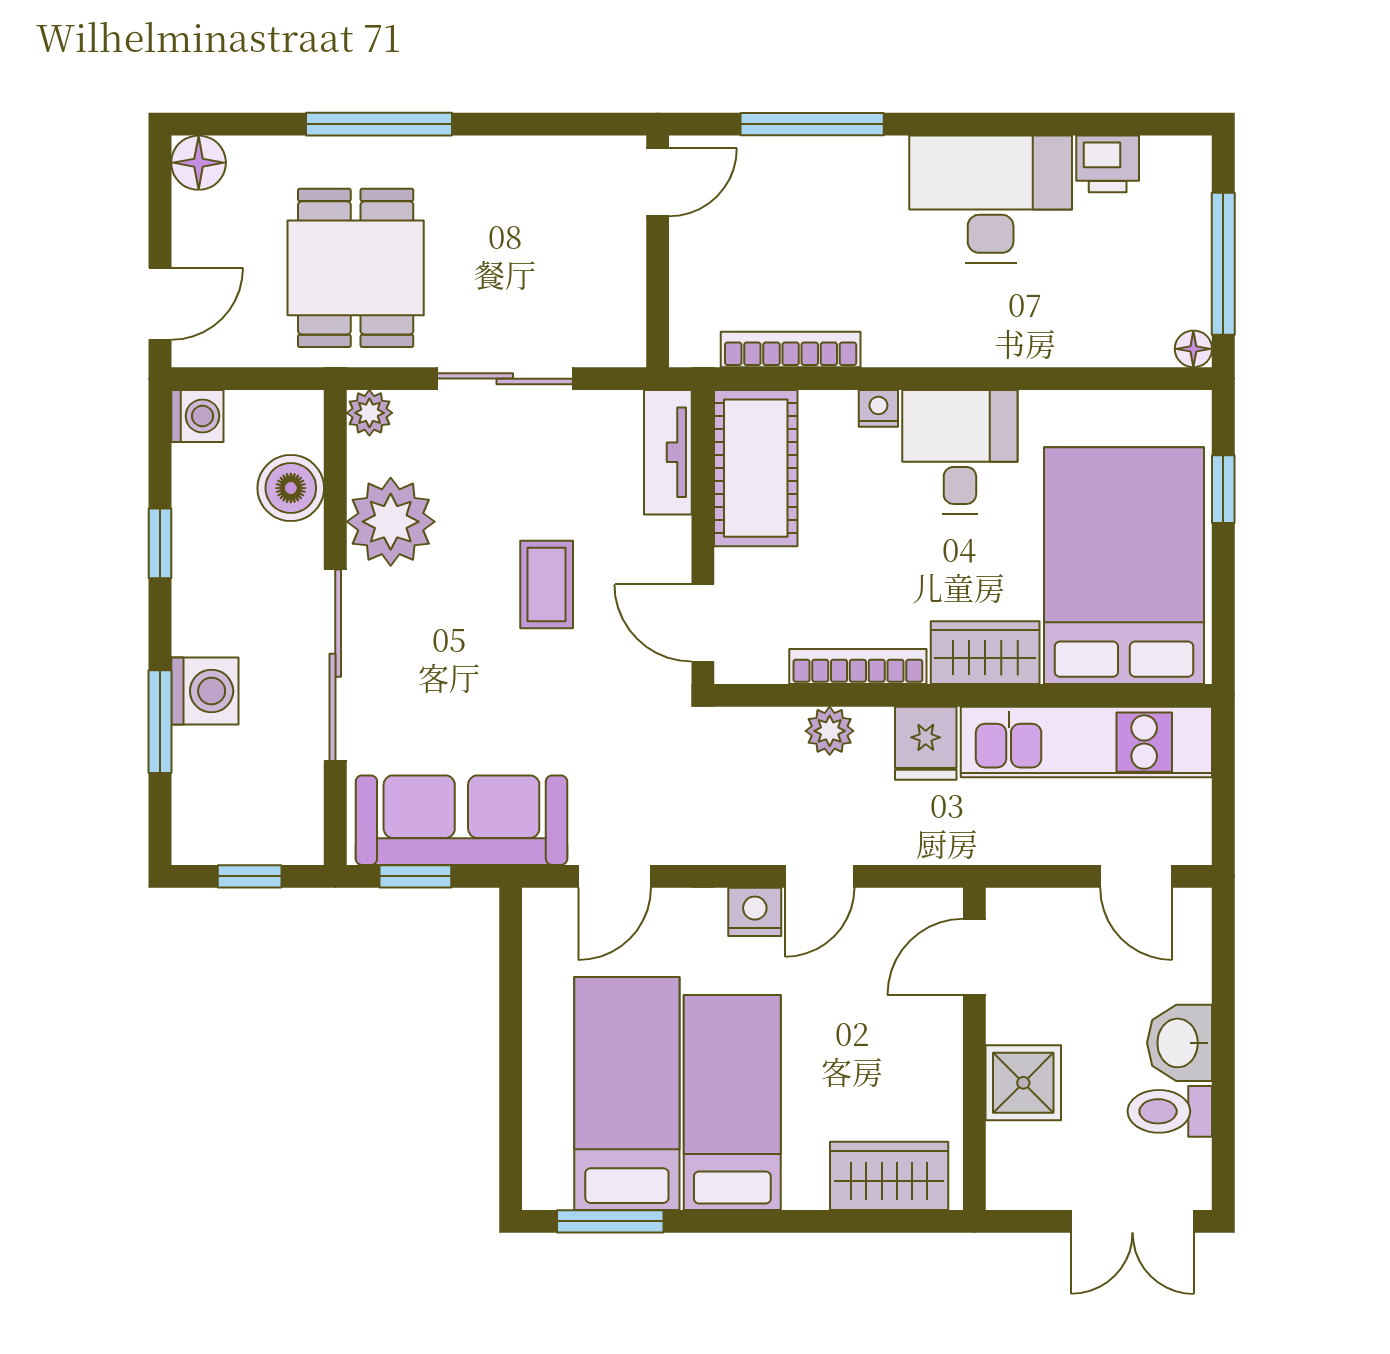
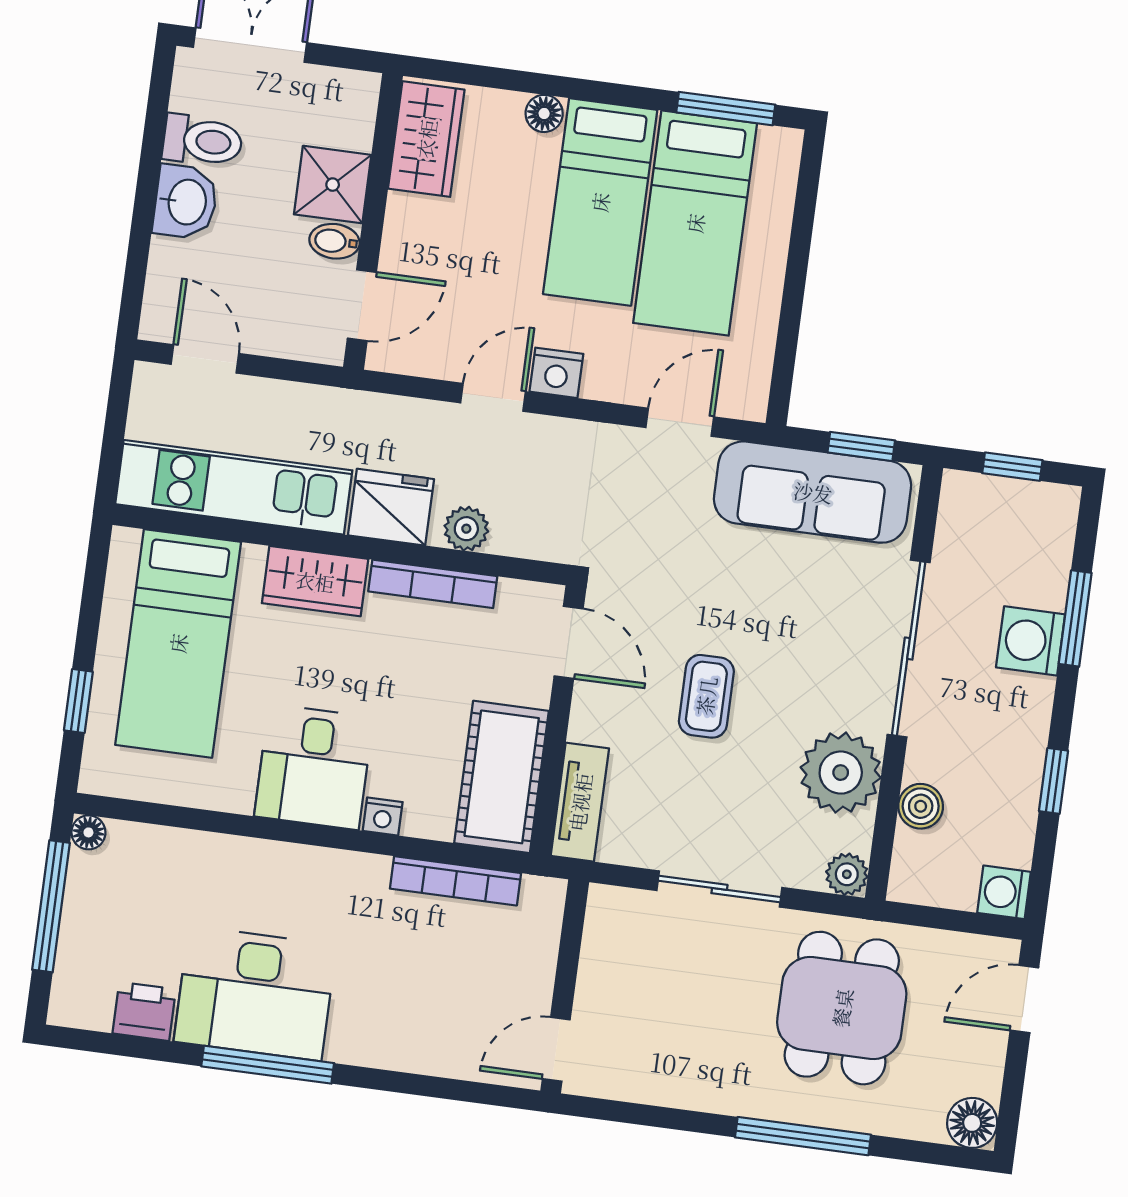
window: (812, 124) -> (268, 1065), moved
boiler: (291, 488) -> (921, 806), width x0.73, depth x0.73
bed: (1124, 566) -> (178, 643), width x0.67
fridge: (926, 743) -> (391, 507), width x1.38
bidet: (1013, 1022) -> (334, 241), added
wardrobe: (889, 1176) -> (426, 139), moved, turned -90
floor lamp: (805, 1190) -> (544, 113), added

